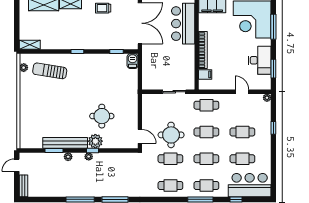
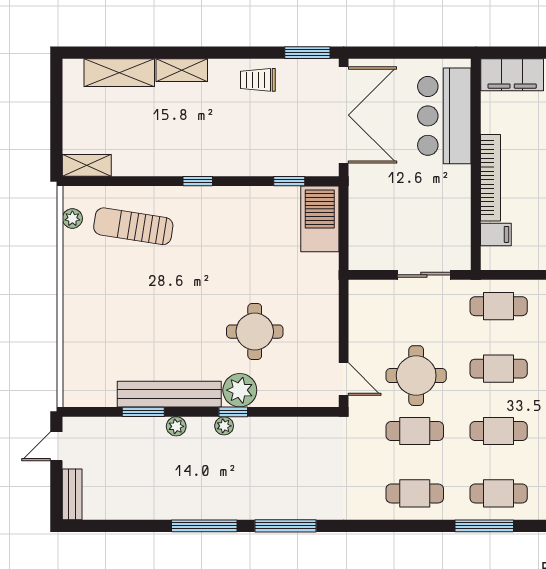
barbecue: (133, 61) -> (320, 219), width x1.88, depth x1.53

